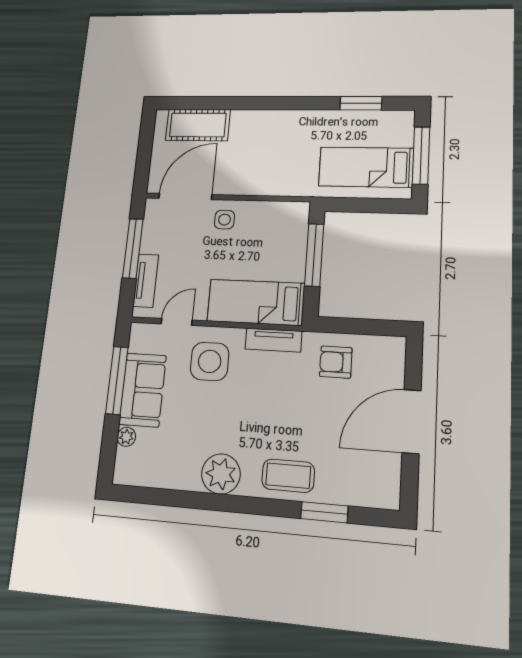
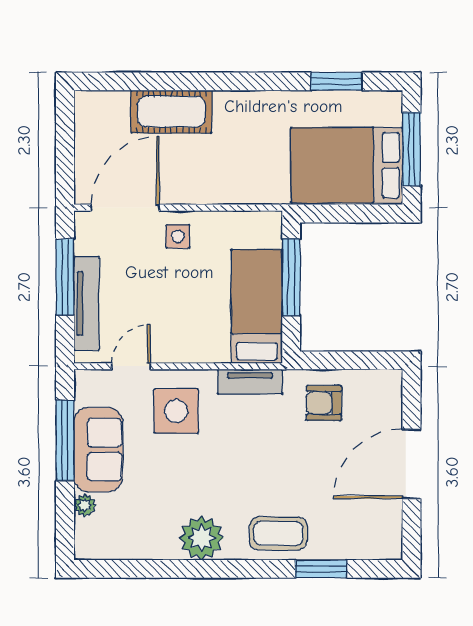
cot: (198, 125) -> (171, 112), moved
bed: (366, 167) -> (347, 165), width x1.50
tv unit: (146, 281) -> (86, 303), width x1.41
bed: (256, 302) -> (257, 306), moved, turned 90

